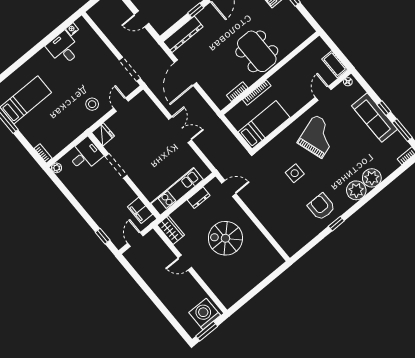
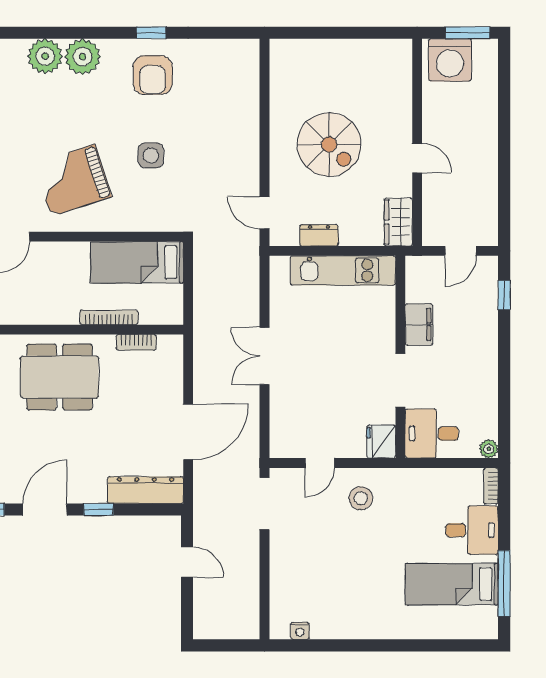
desk: (64, 48) -> (472, 530), moved, turned -90
dining table: (257, 51) -> (60, 377), turned 90
filing cabinet: (140, 210) -> (419, 324), moved

